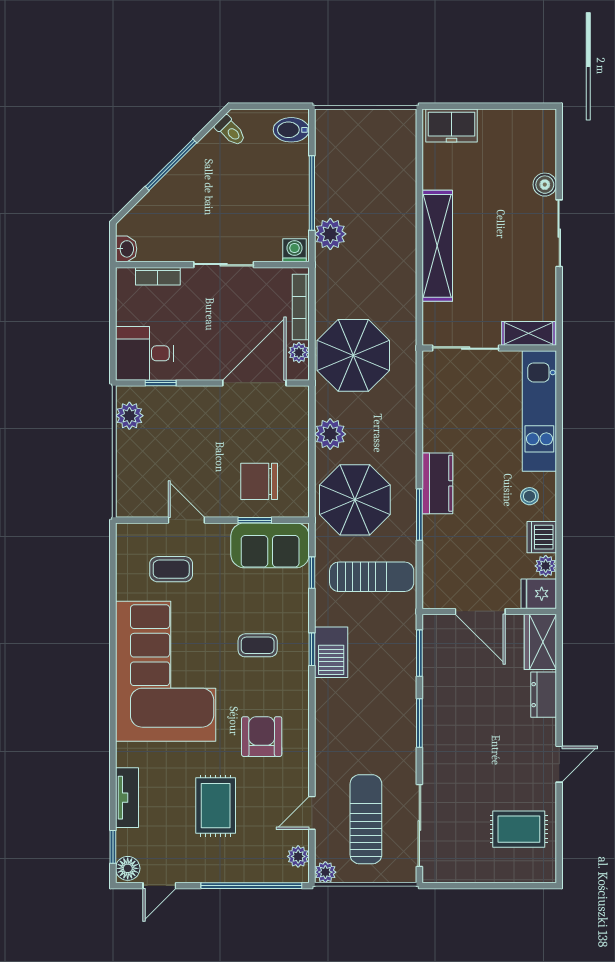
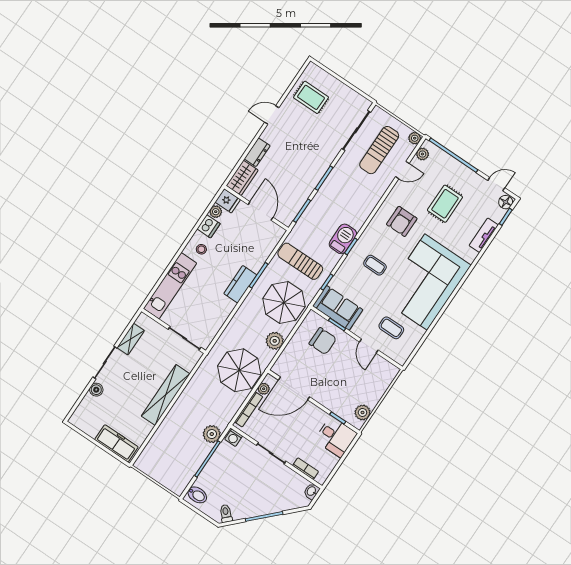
freezer: (452, 125) -> (116, 443), width x1.40
shelving: (529, 333) -> (131, 339), moved, turned 90

